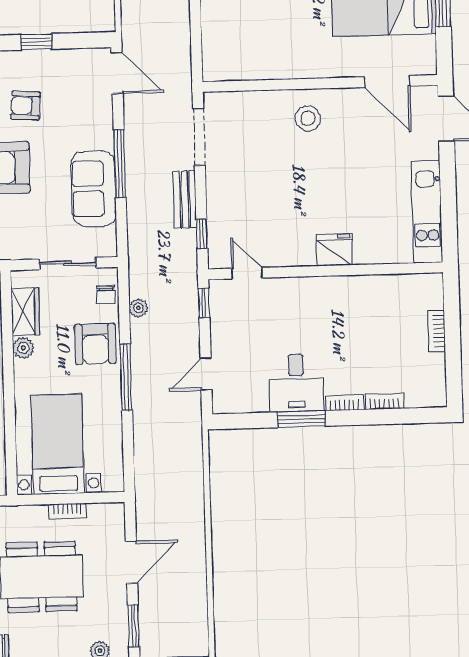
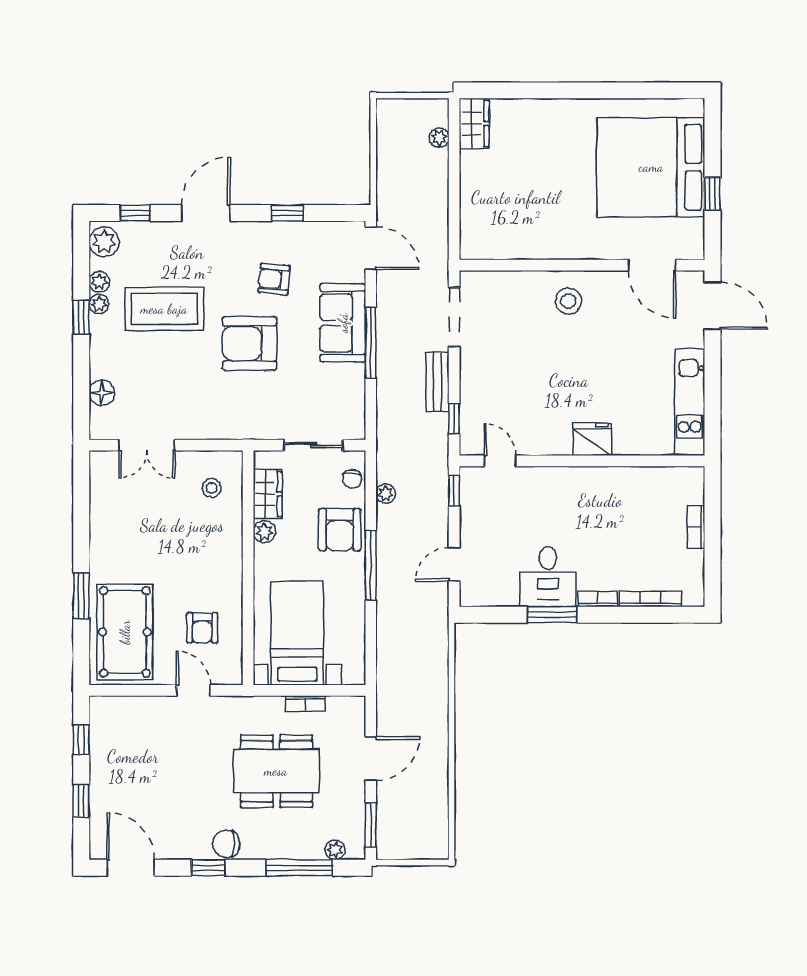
sofa: (94, 189) -> (343, 323), moved
bookcase: (384, 402) -> (651, 599), width x1.56

